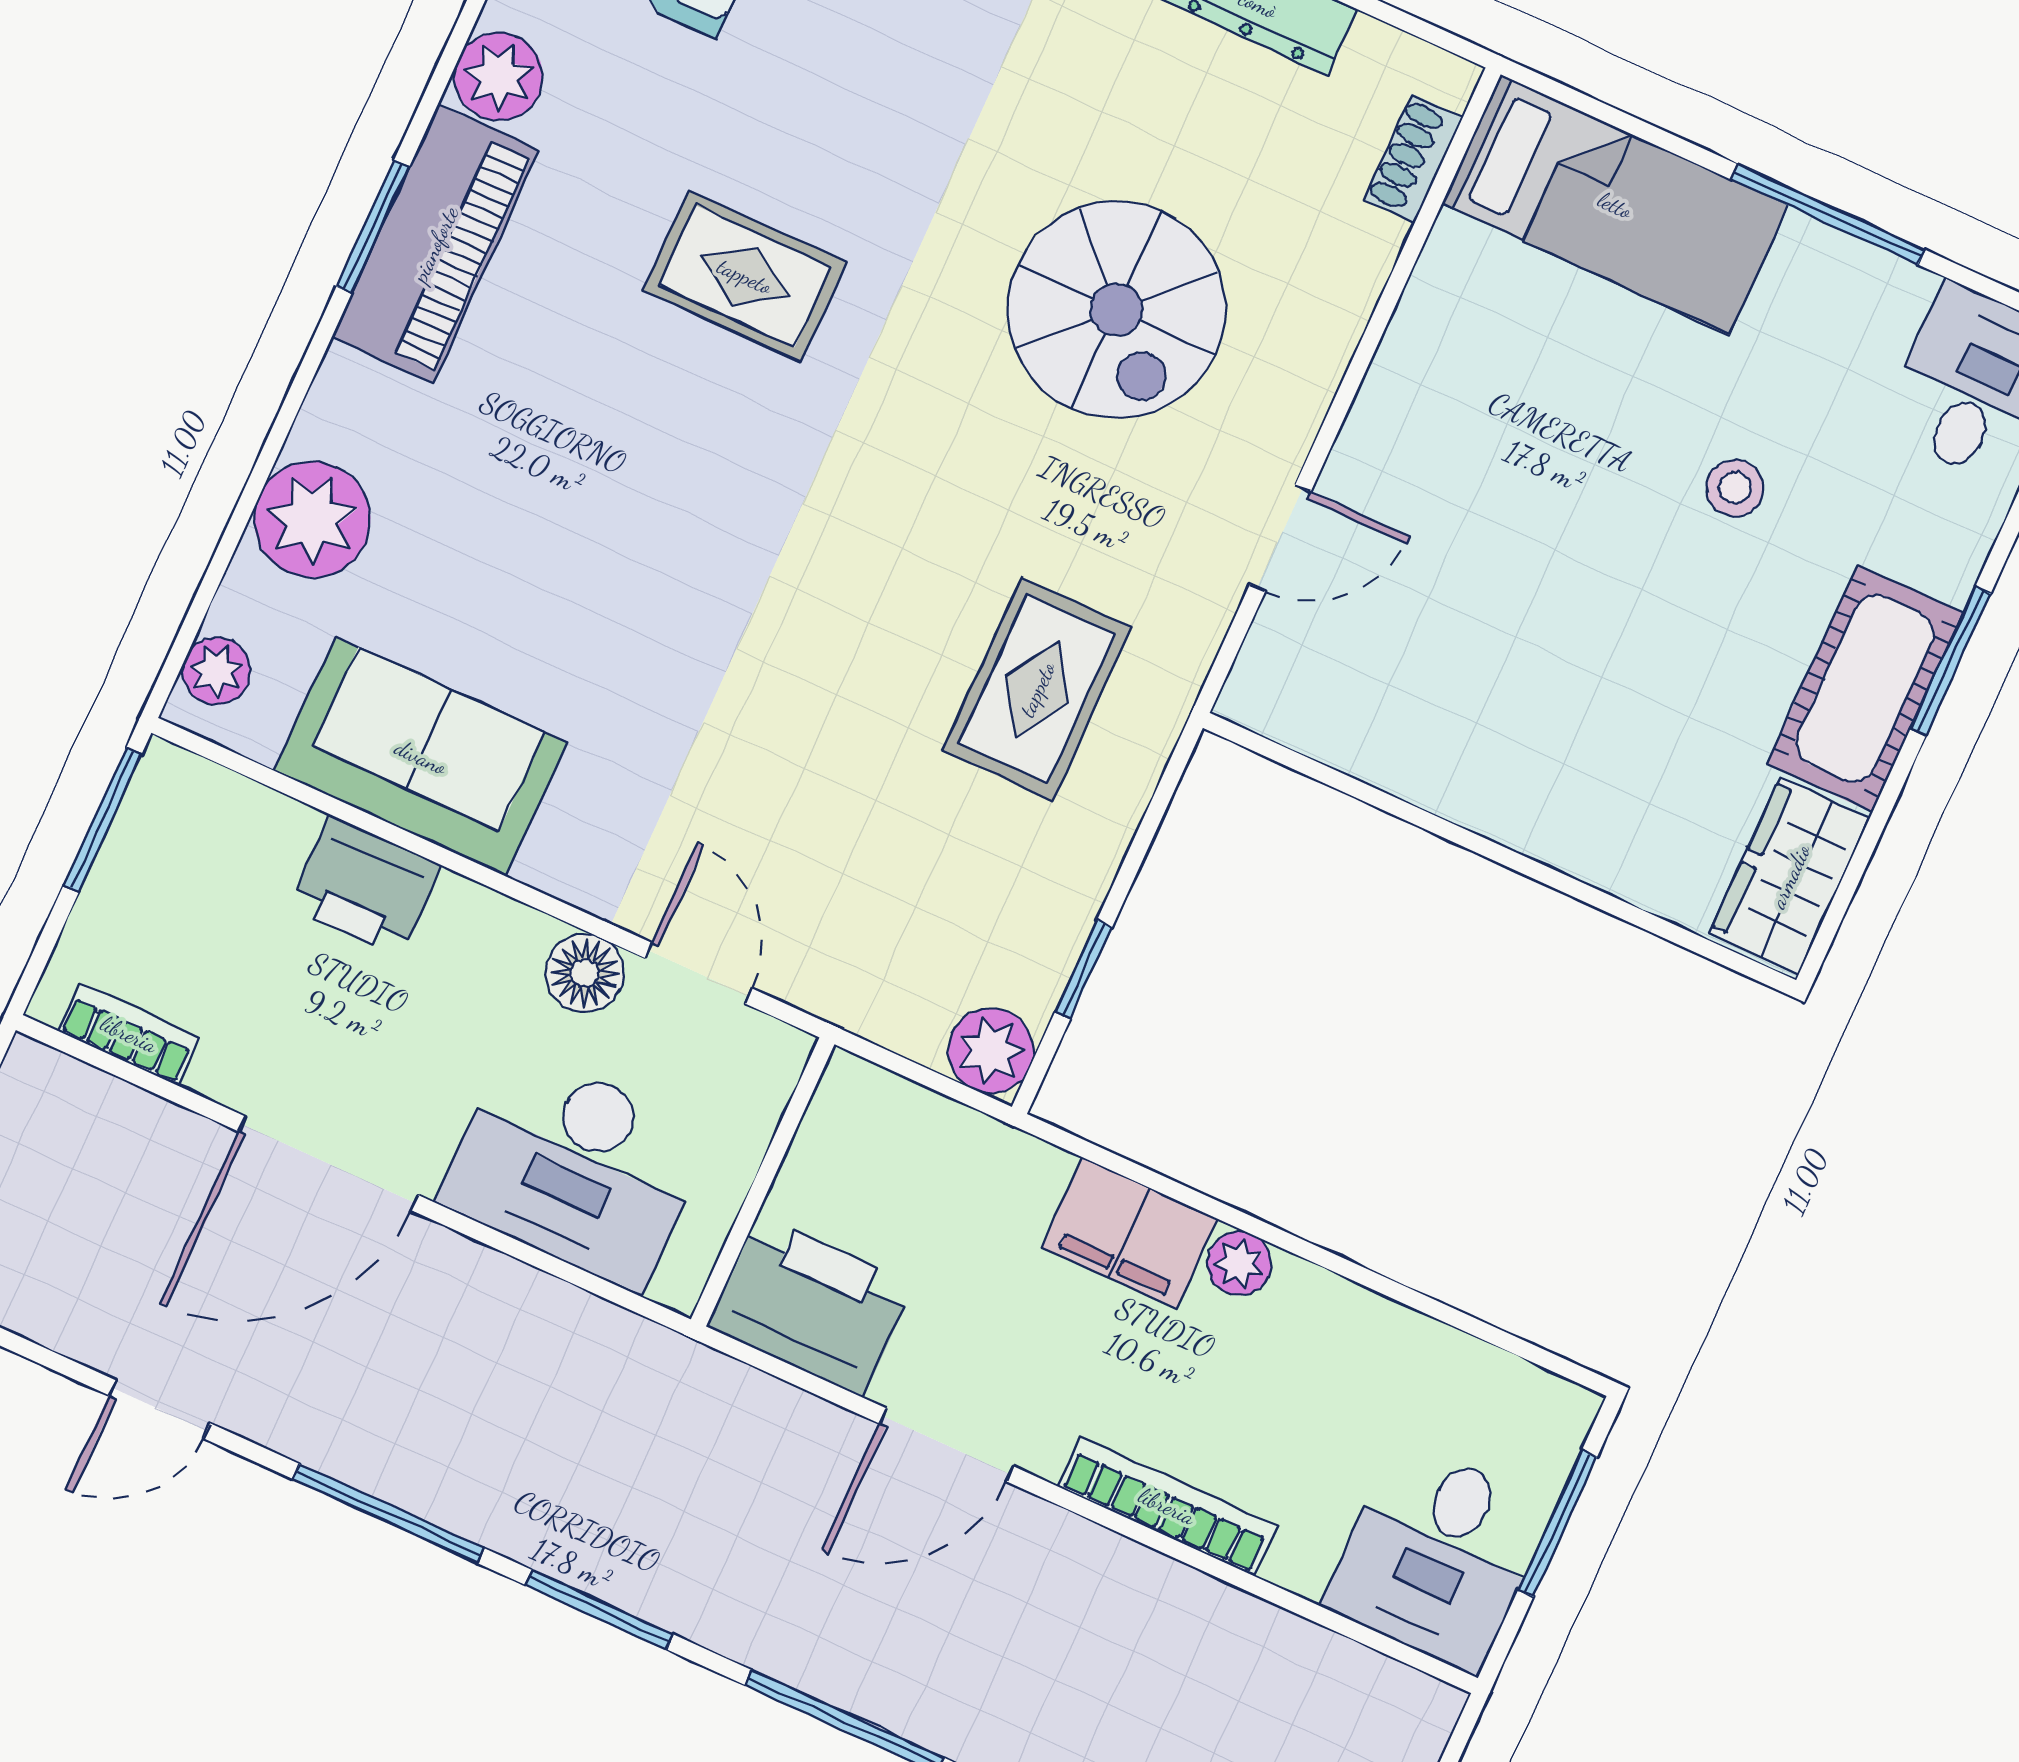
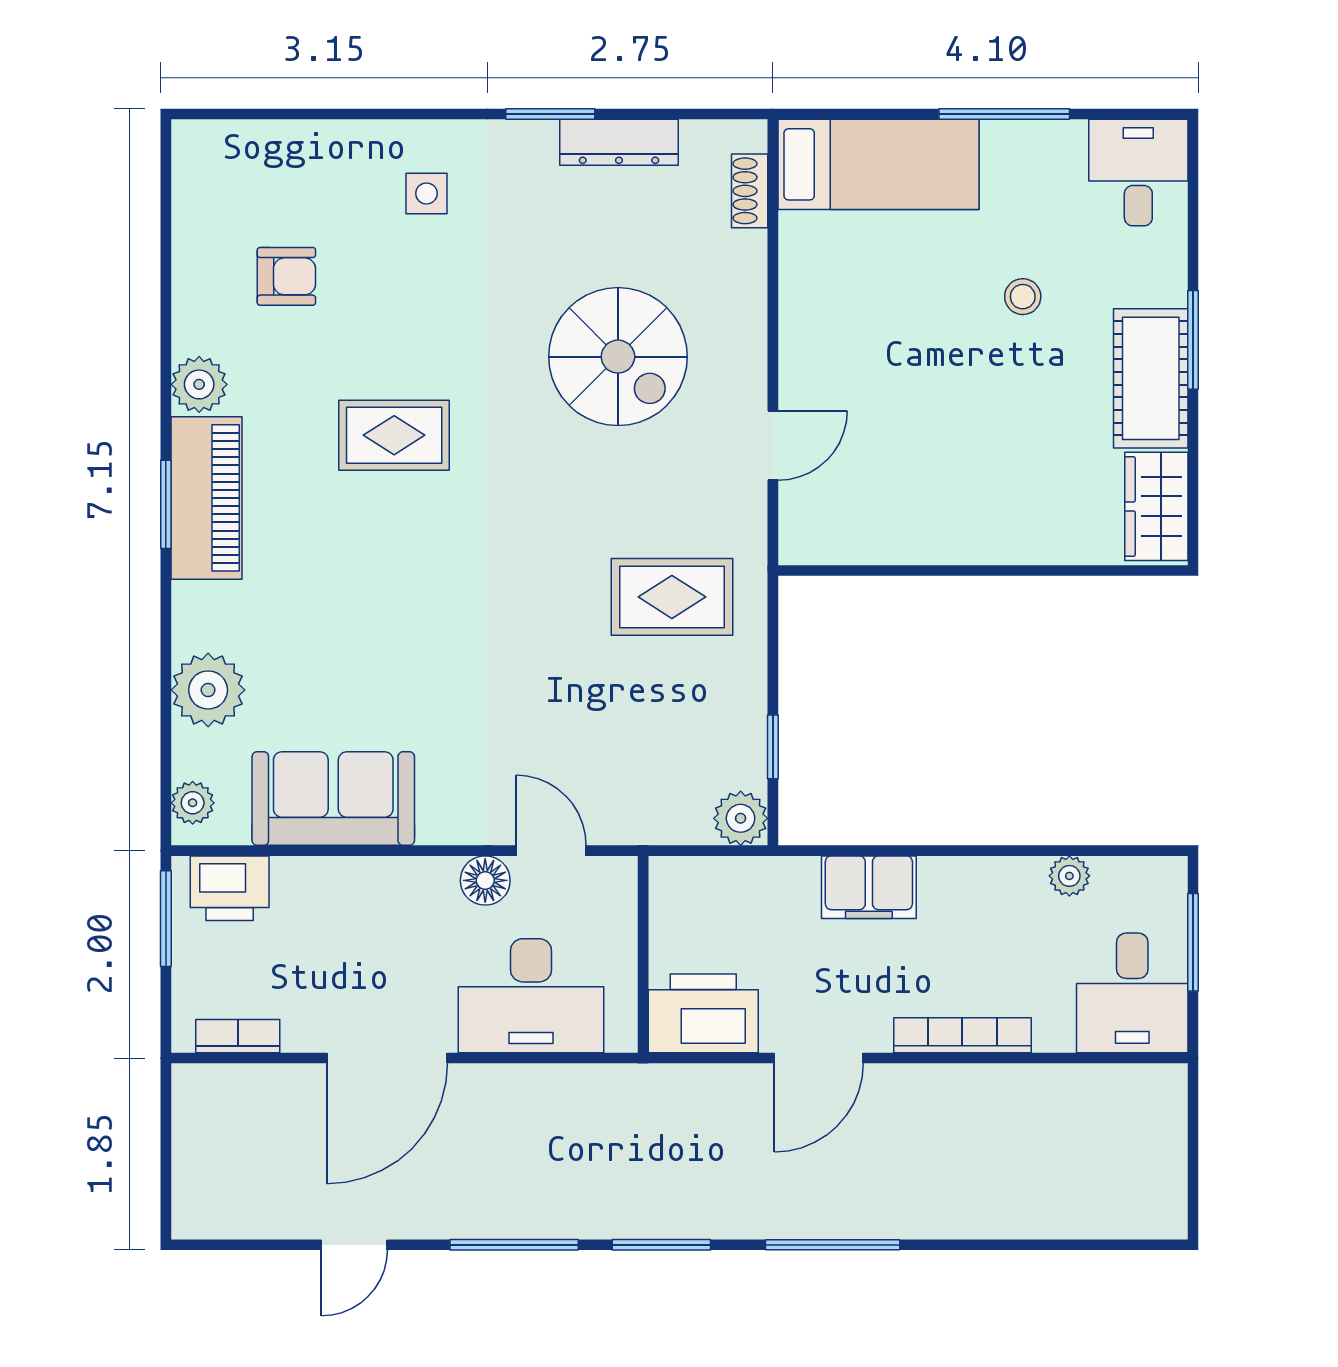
rug: (1037, 689) -> (672, 597), turned 90
printer: (365, 886) -> (230, 888), moved
plant: (1239, 1264) -> (1069, 876), moved

